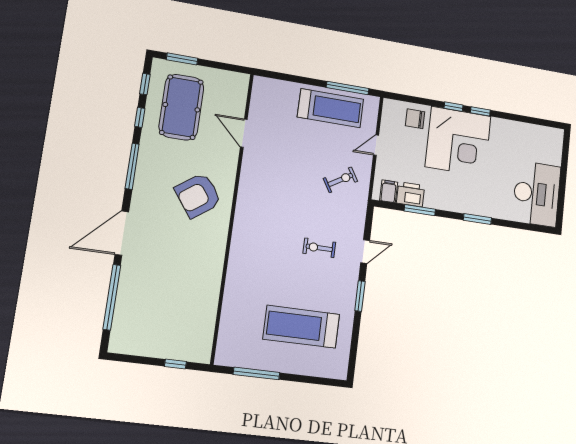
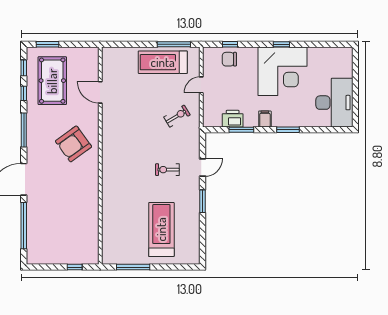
window: (454, 107) -> (230, 44), moved
treadmill: (331, 108) -> (163, 62), turned 180
corner desk: (458, 141) -> (283, 71), moved
filing cabinet: (389, 191) -> (265, 119), moved
treadmill: (301, 327) -> (161, 229), turned 90

